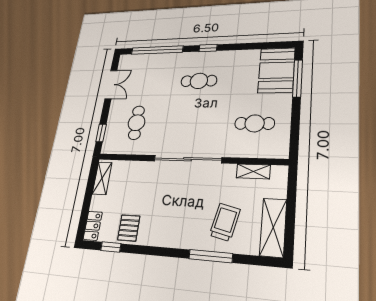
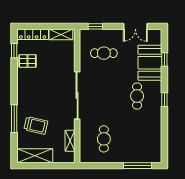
window: (157, 50) -> (164, 60), width x0.32
booth: (276, 70) -> (150, 63), moved, turned 90
locker: (93, 226) -> (33, 34), width x1.53

